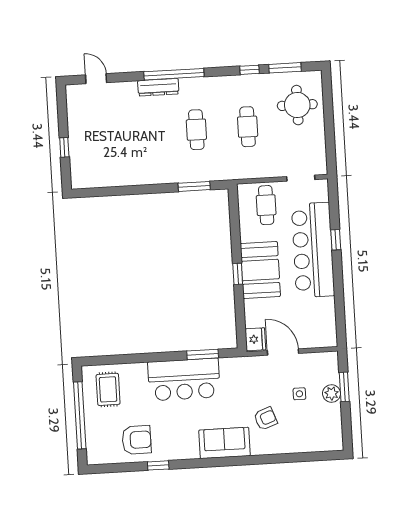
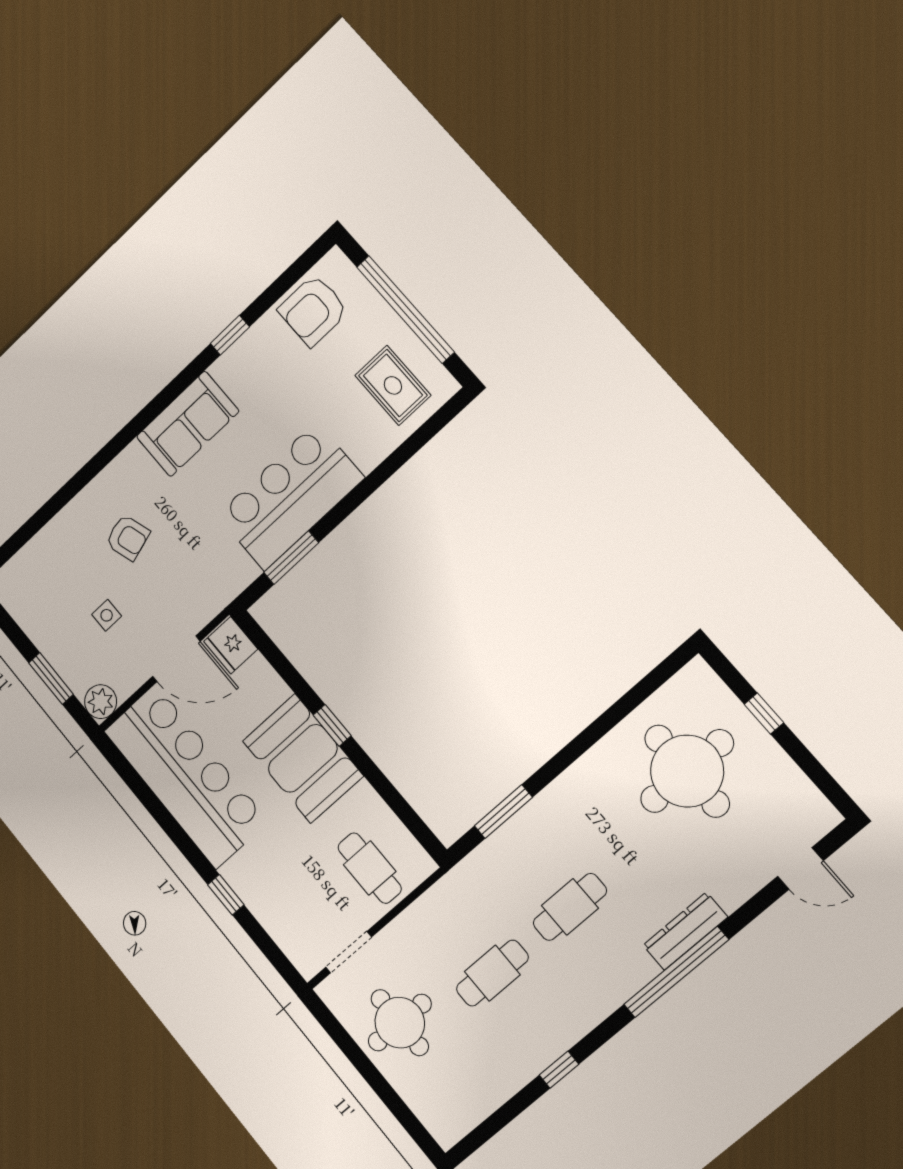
window: (285, 68) -> (505, 1114), removed
round table: (297, 105) -> (400, 1023), moved
cafe table: (248, 127) -> (492, 973), turned 90
cafe table: (196, 130) -> (570, 907), turned 90
round table: (110, 148) -> (687, 771), added
bar counter: (313, 250) -> (186, 776), moved
plant: (332, 393) -> (101, 702), moved
armchair: (265, 419) -> (128, 537), turned -87
armchair: (137, 440) -> (313, 310), moved
sofa: (225, 443) -> (188, 424), moved

